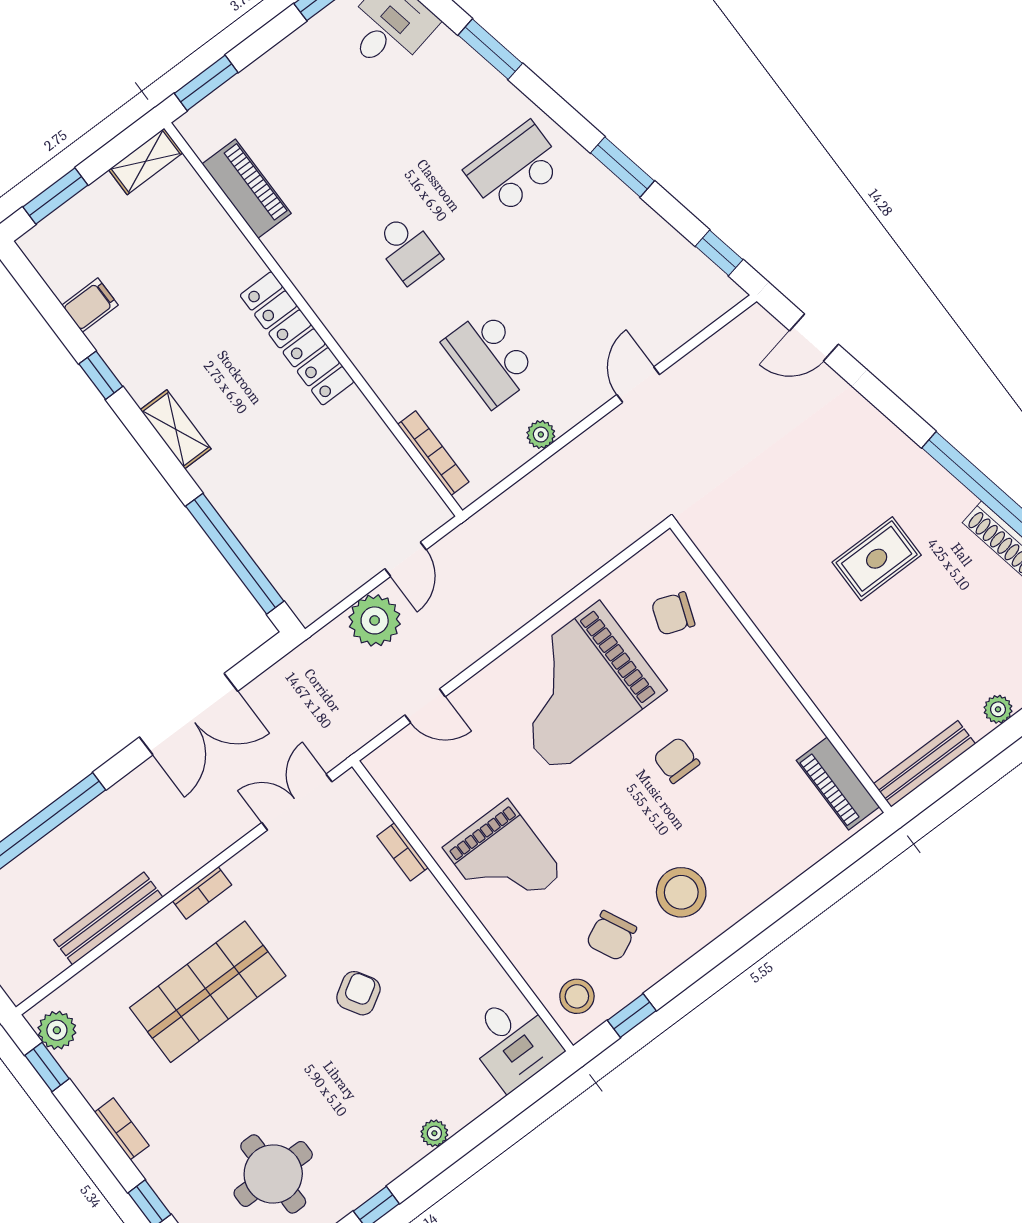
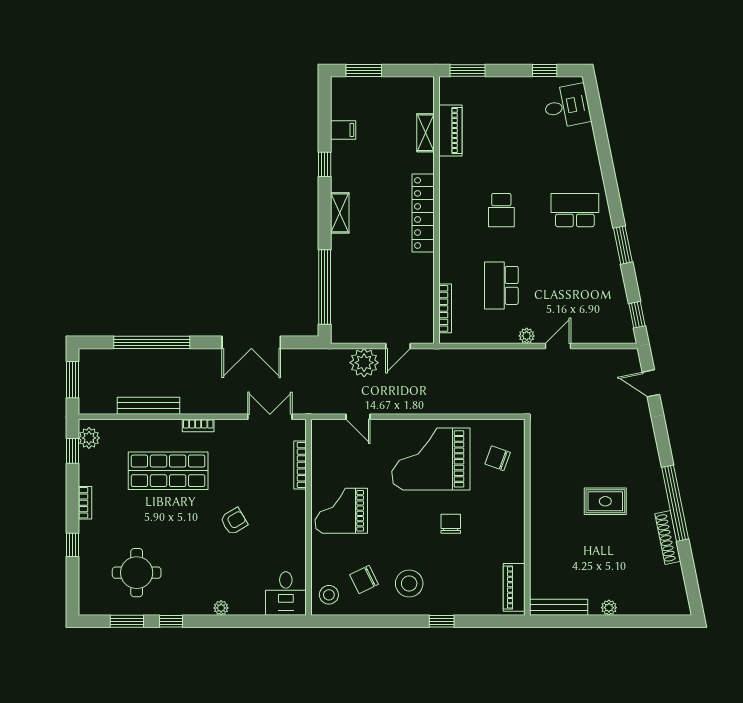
window: (490, 49) -> (604, 150), removed
shelving: (146, 161) -> (426, 133), moved, turned 90
plant: (541, 435) -> (527, 336), moved
bookcase: (403, 852) -> (300, 465), width x1.56
grand piano: (503, 861) -> (341, 511), turned 90
window: (632, 1015) -> (442, 621), moved

